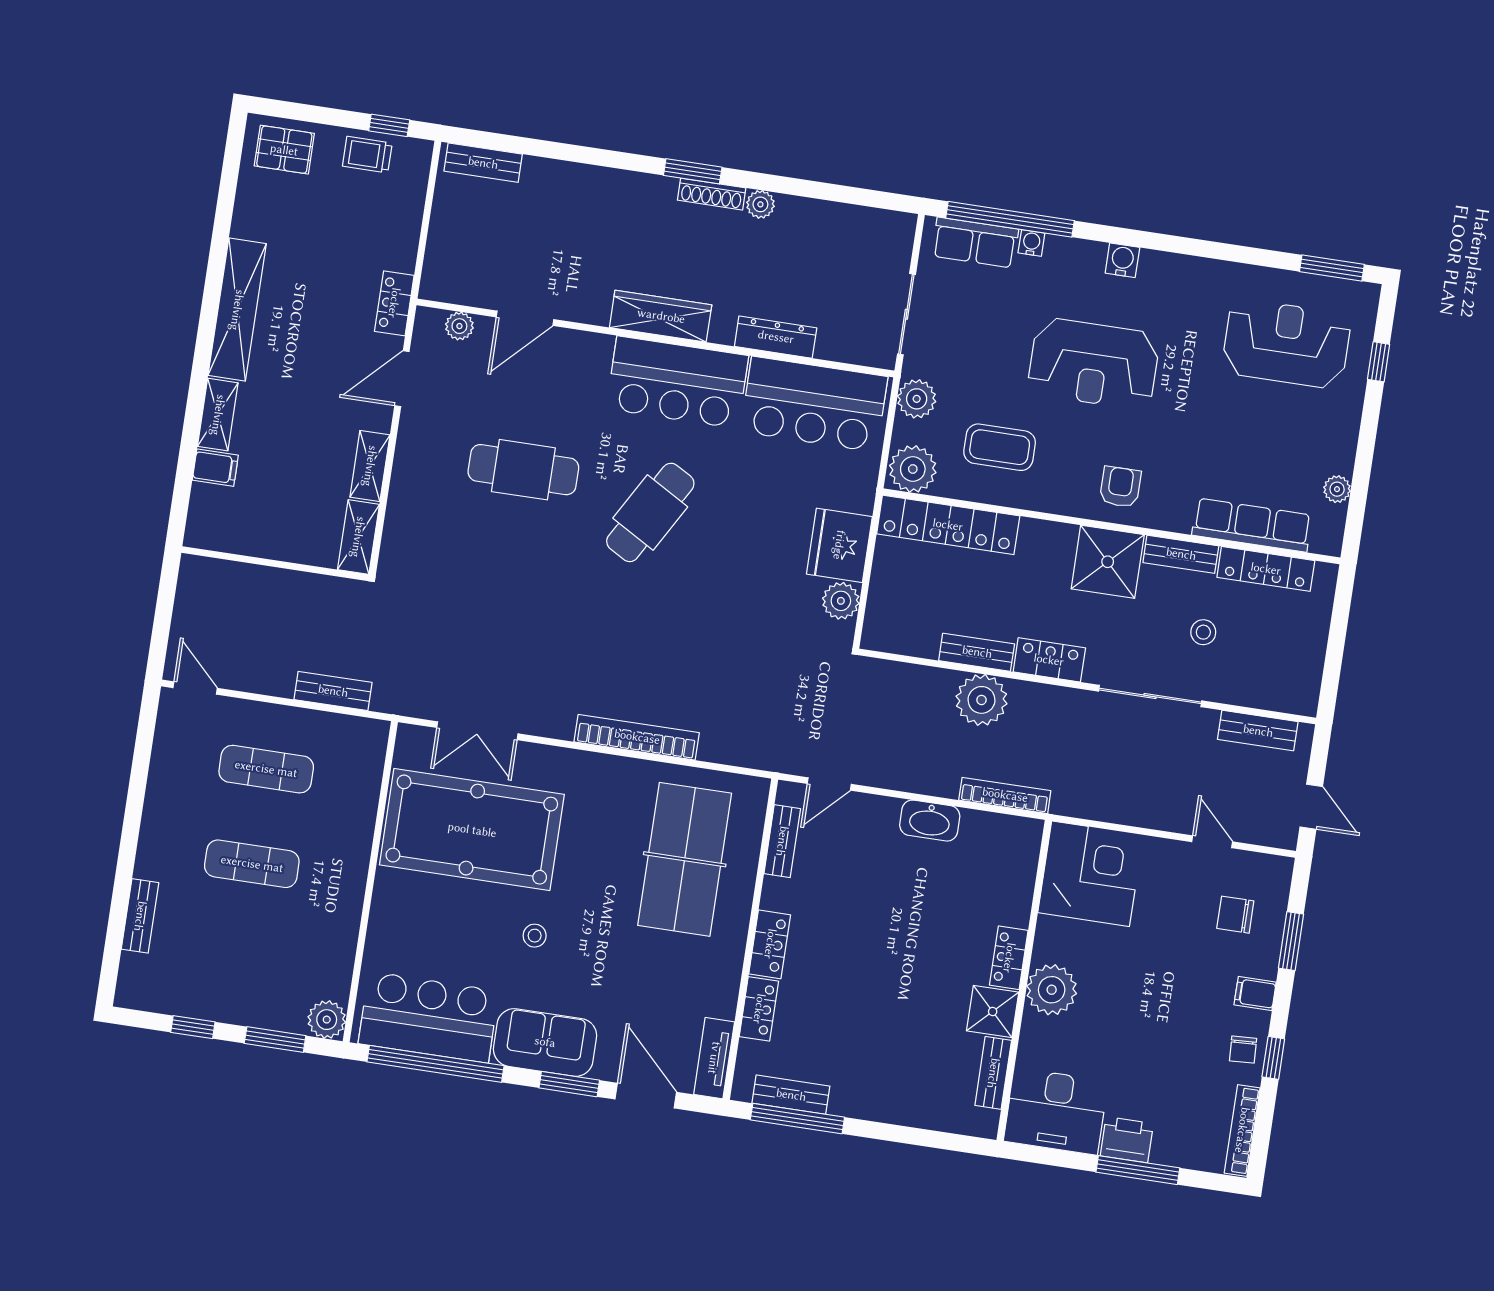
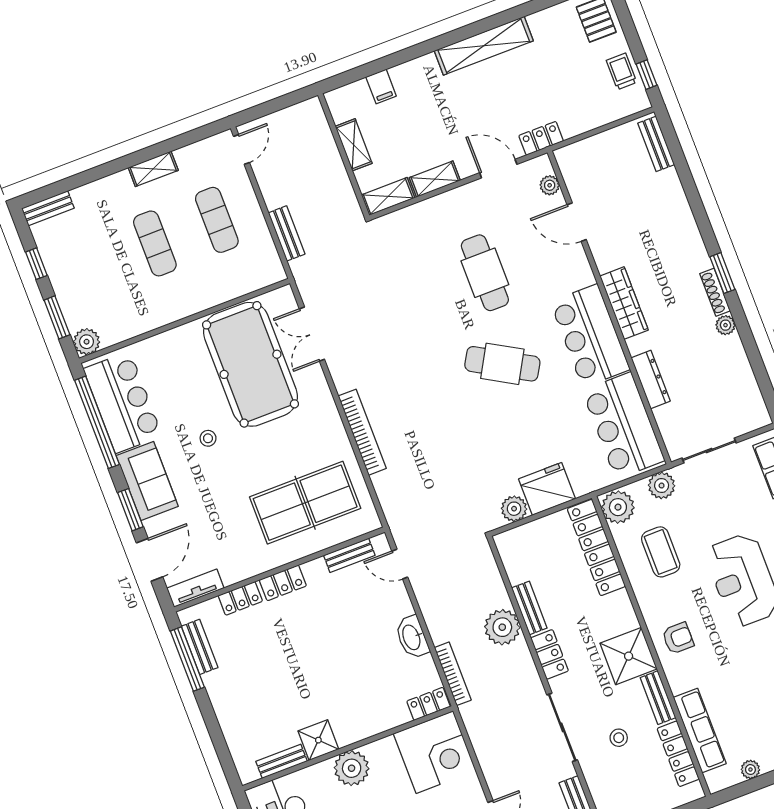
shelving: (218, 415) -> (354, 145), moved, turned 90
shelving: (157, 813) -> (153, 169), added
bench: (140, 916) -> (48, 208), moved
locker: (1009, 958) -> (429, 704), moved

